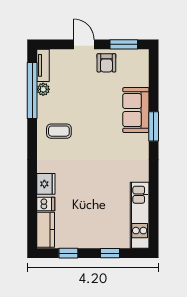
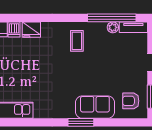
armchair: (106, 63) -> (131, 101), moved

